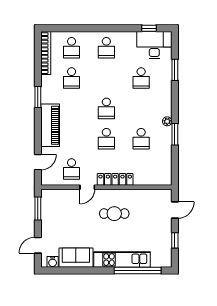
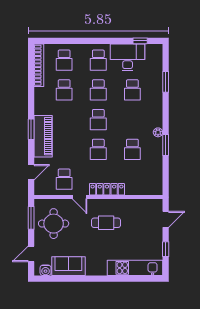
desk: (154, 45) -> (128, 57), moved
school desk: (106, 78) -> (98, 90), added
window: (38, 97) -> (31, 129), moved
door: (87, 187) -> (80, 197), hinge flipped
round table: (61, 214) -> (54, 224), added
kitchen unit: (122, 260) -> (135, 268), moved
window: (138, 271) -> (129, 279), removed

